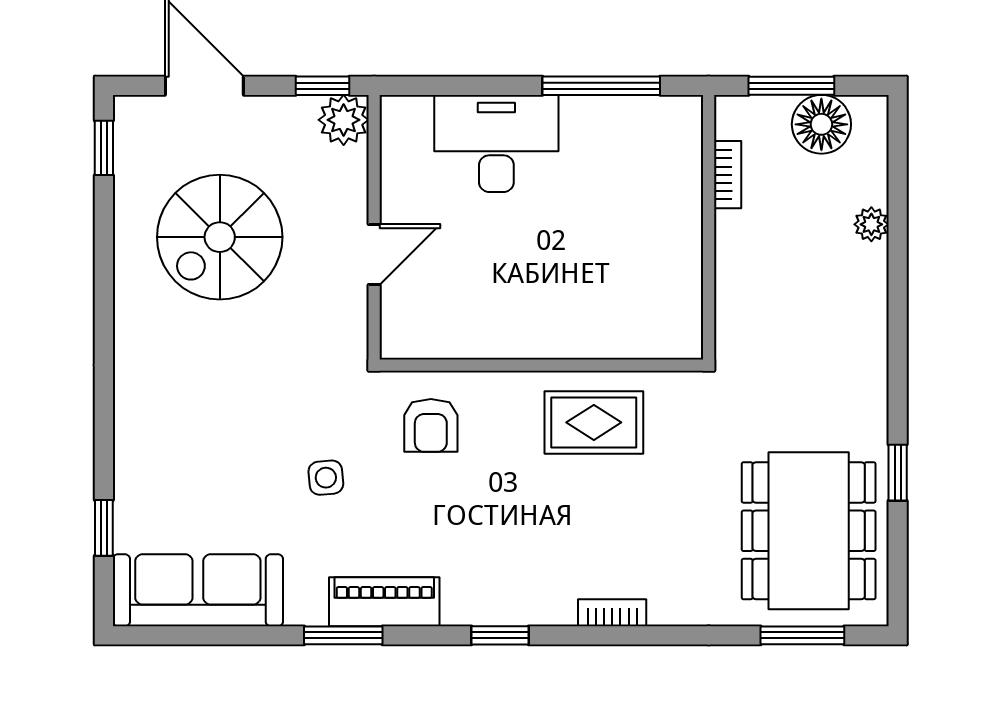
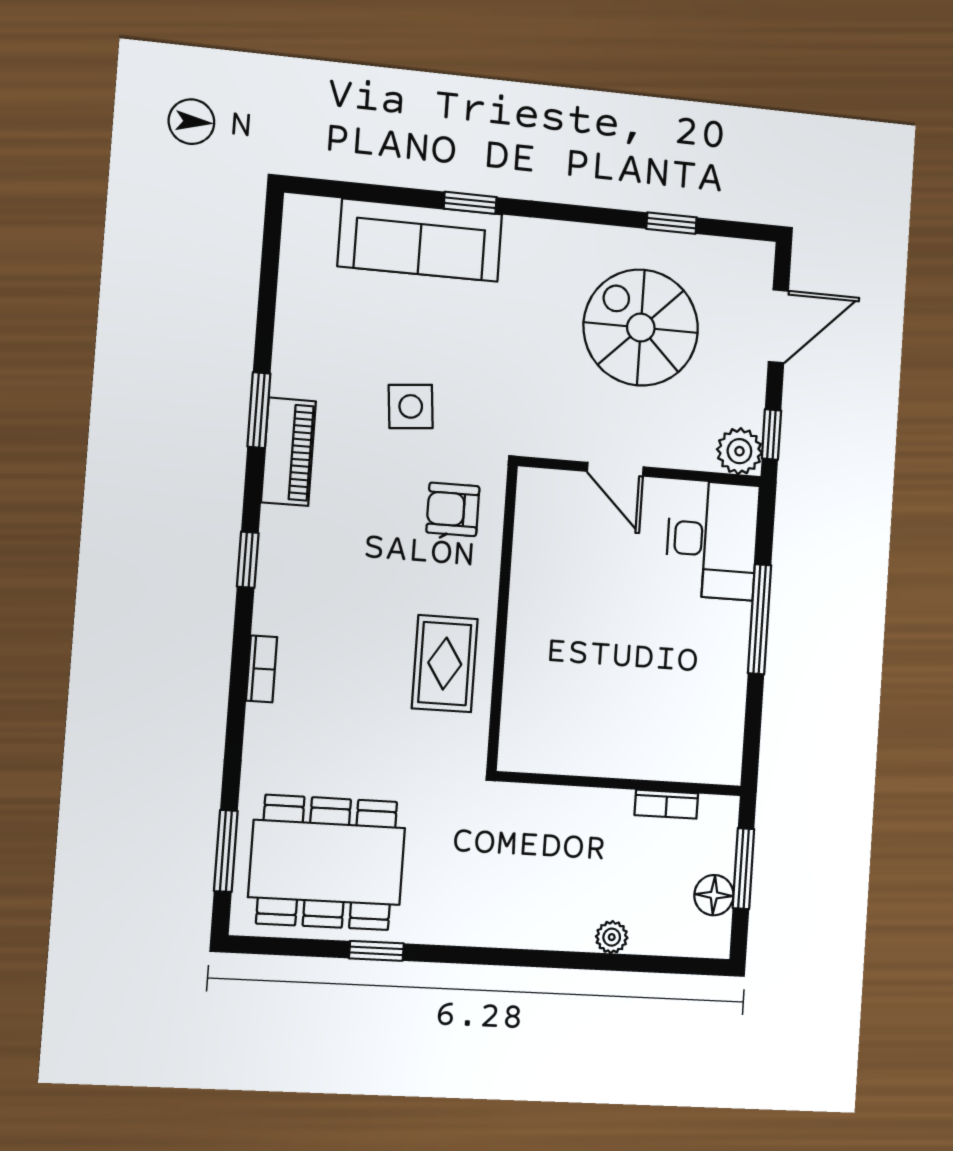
window: (601, 86) -> (760, 619), moved
floor lamp: (821, 124) -> (714, 895), width x0.73, depth x0.73
desk: (496, 144) -> (712, 540), moved
window: (104, 148) -> (672, 223), moved
side table: (326, 478) -> (411, 406), width x1.37, depth x1.37
window: (104, 528) -> (470, 203), moved
sofa: (198, 590) -> (420, 240), moved, turned 90

